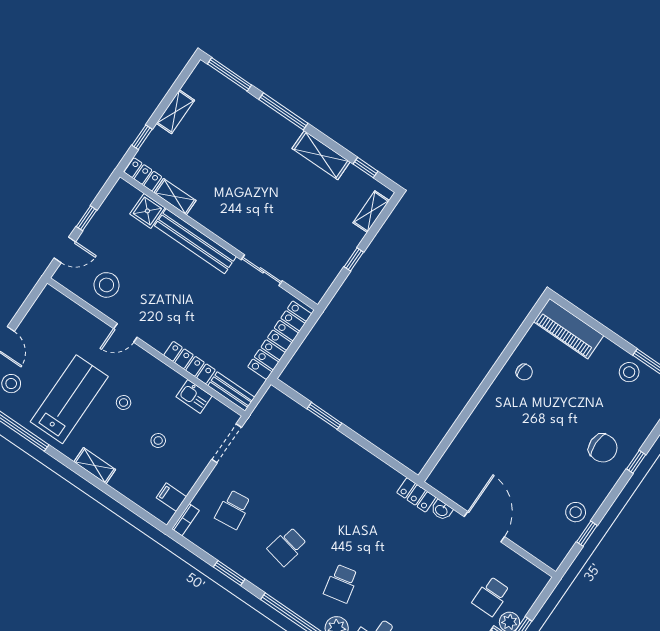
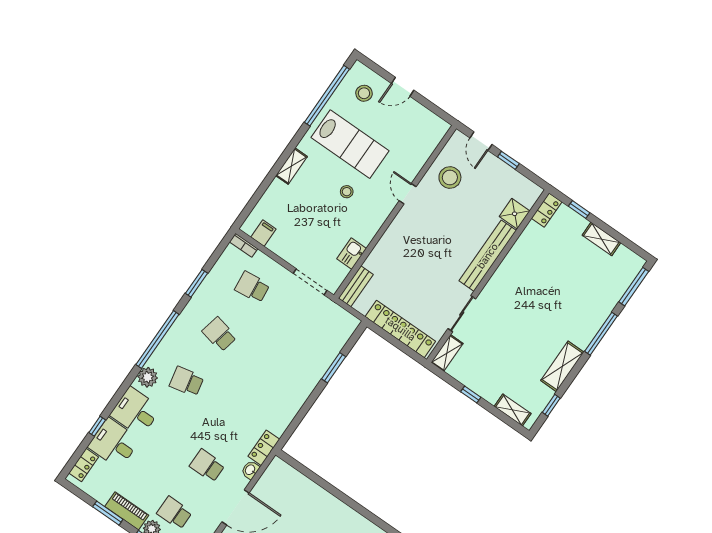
shelving: (175, 197) -> (447, 353), moved
locker: (189, 363) -> (381, 250), removed
stool: (158, 441) -> (313, 222), removed
school desk: (437, 559) -> (207, 466), added

